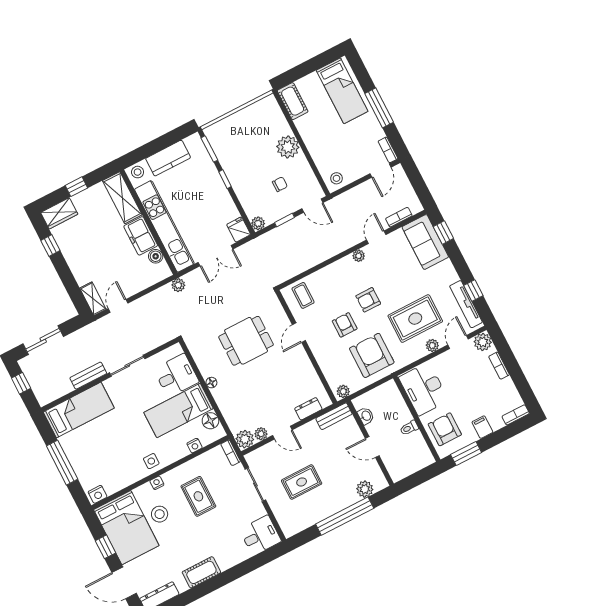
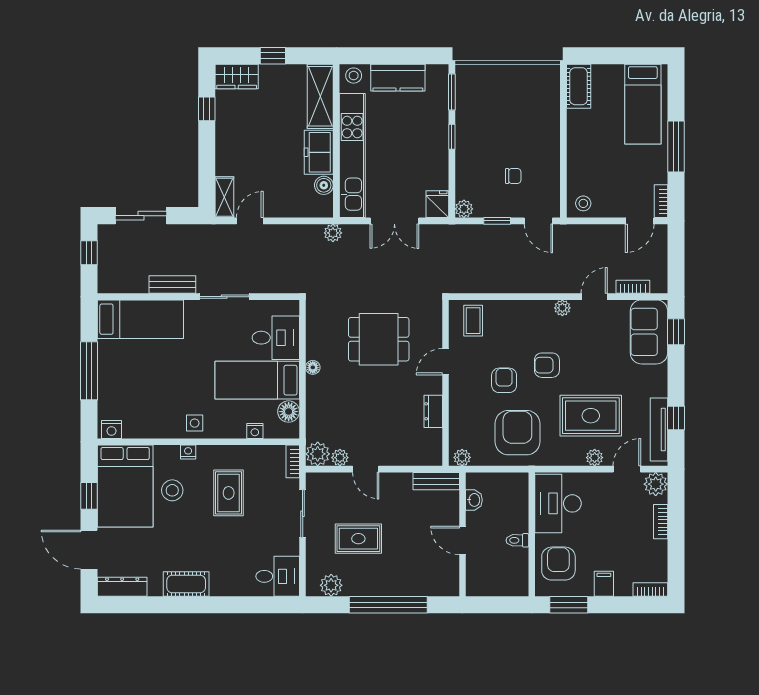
plant: (288, 147) -> (545, 137), removed
dresser: (308, 409) -> (433, 411), moved, turned -90
plant: (365, 489) -> (331, 585), moved

